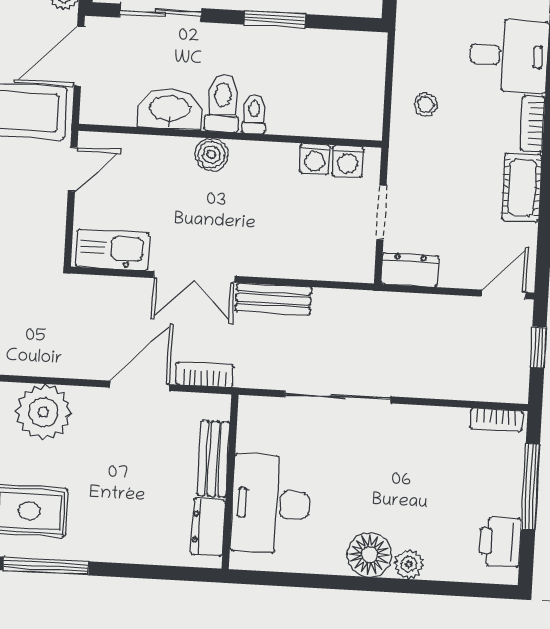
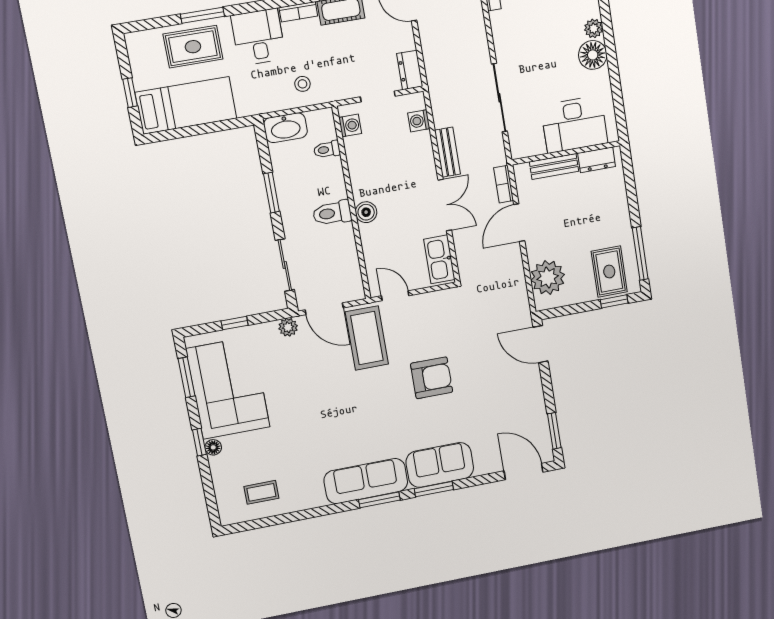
washbasin: (170, 109) -> (285, 128), moved, turned -90
toilet: (254, 114) -> (327, 149), moved
washing machine: (315, 159) -> (419, 121), moved, turned 180
door: (140, 386) -> (519, 223), hinge flipped

